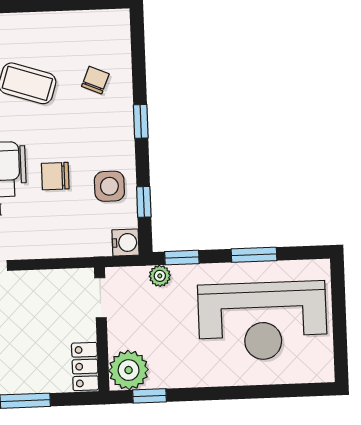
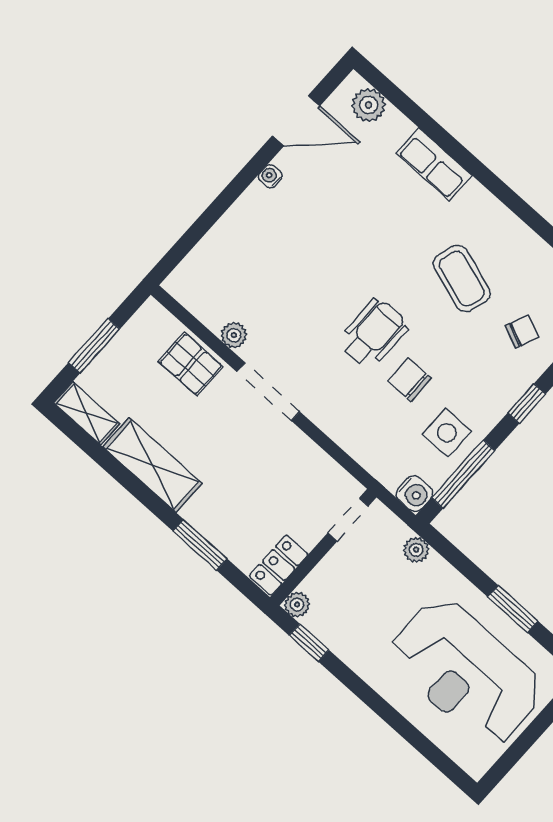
window: (144, 202) -> (463, 474), width x2.17
window: (182, 258) -> (450, 552), removed
plant: (129, 370) -> (297, 605), width x0.53, depth x0.53

